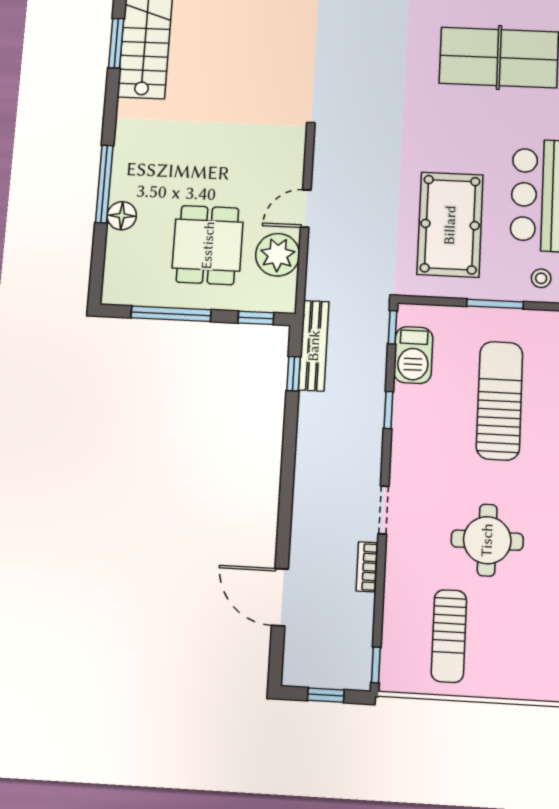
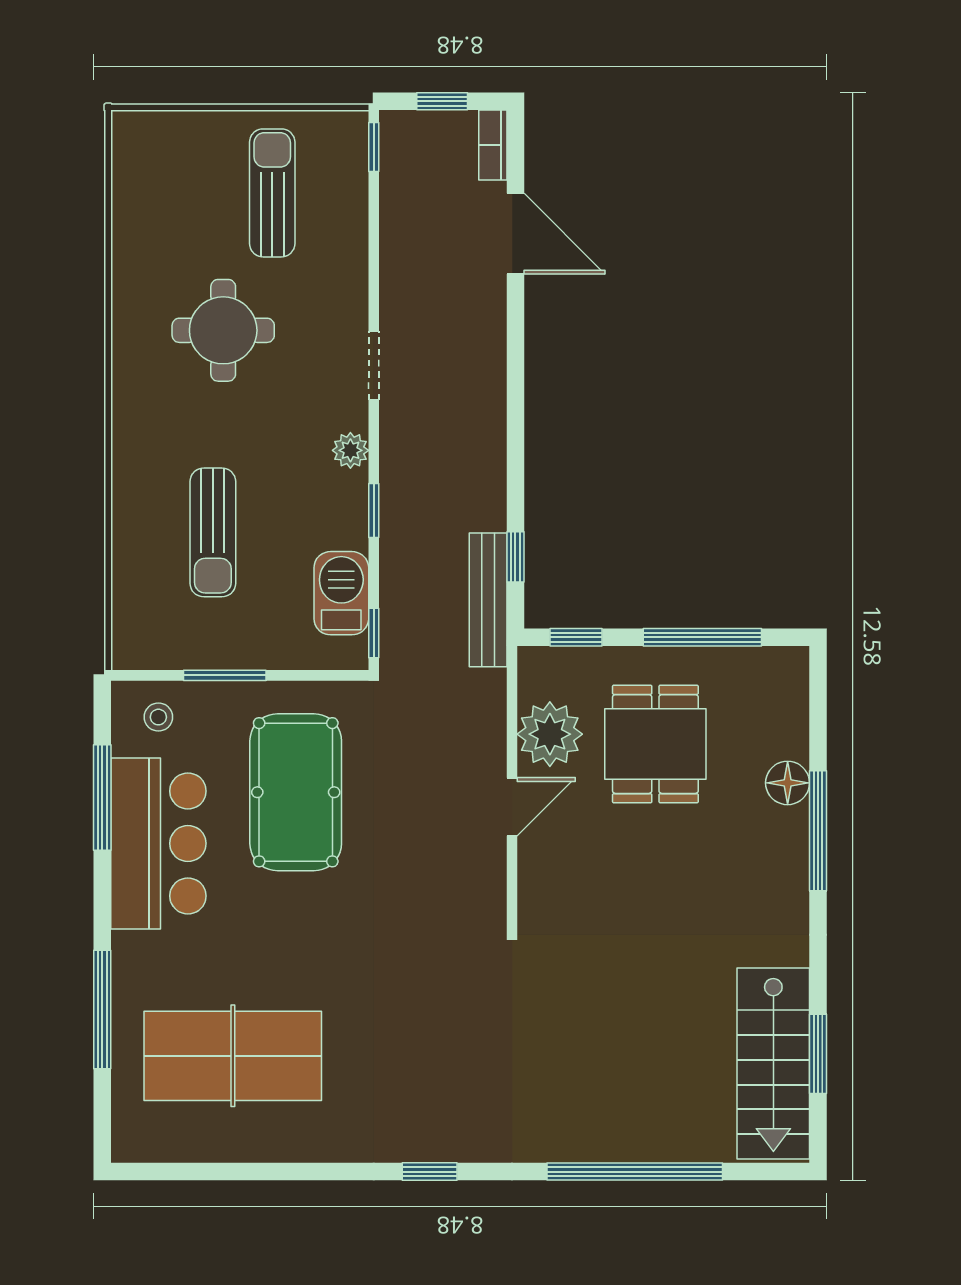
sun lounger: (500, 401) -> (213, 532), width x0.73, depth x0.75
plant: (402, 452) -> (350, 450), added
bookcase: (367, 567) -> (493, 145), moved, turned 180

